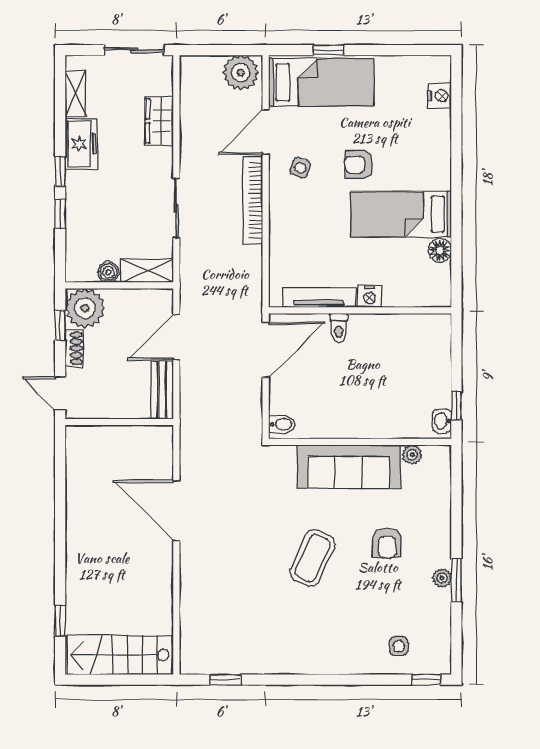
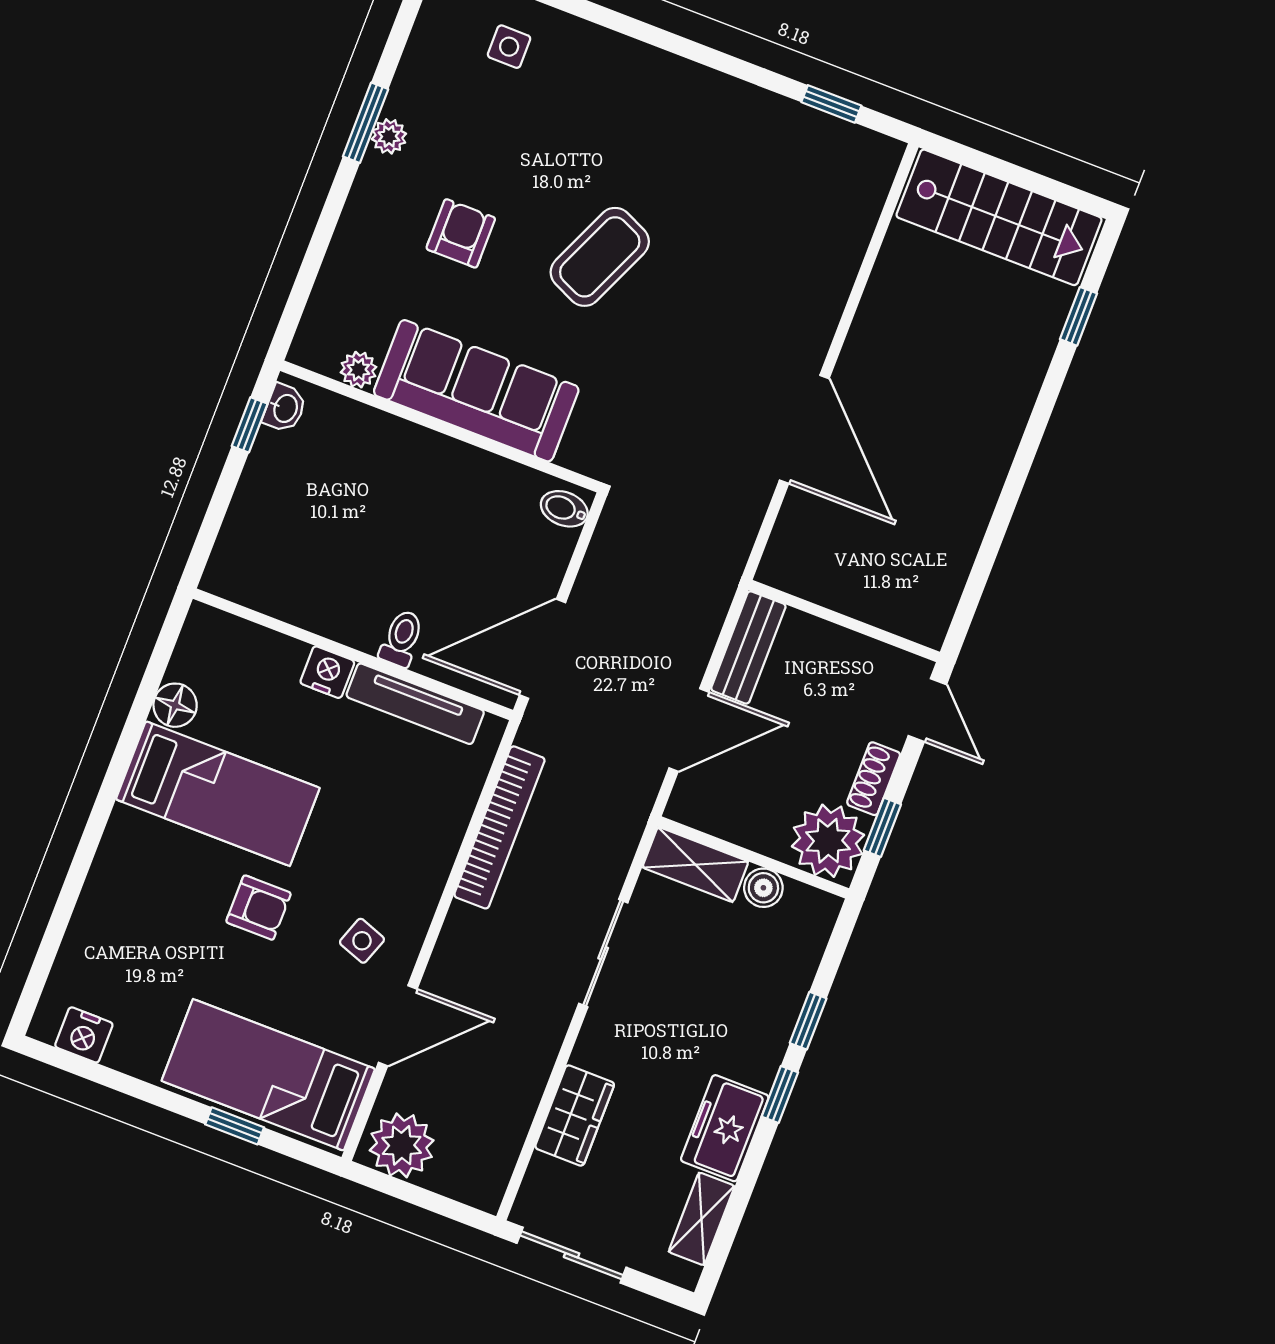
nightstand: (440, 96) -> (84, 1035), moved, turned -90
bookcase: (253, 200) -> (499, 827), moved

